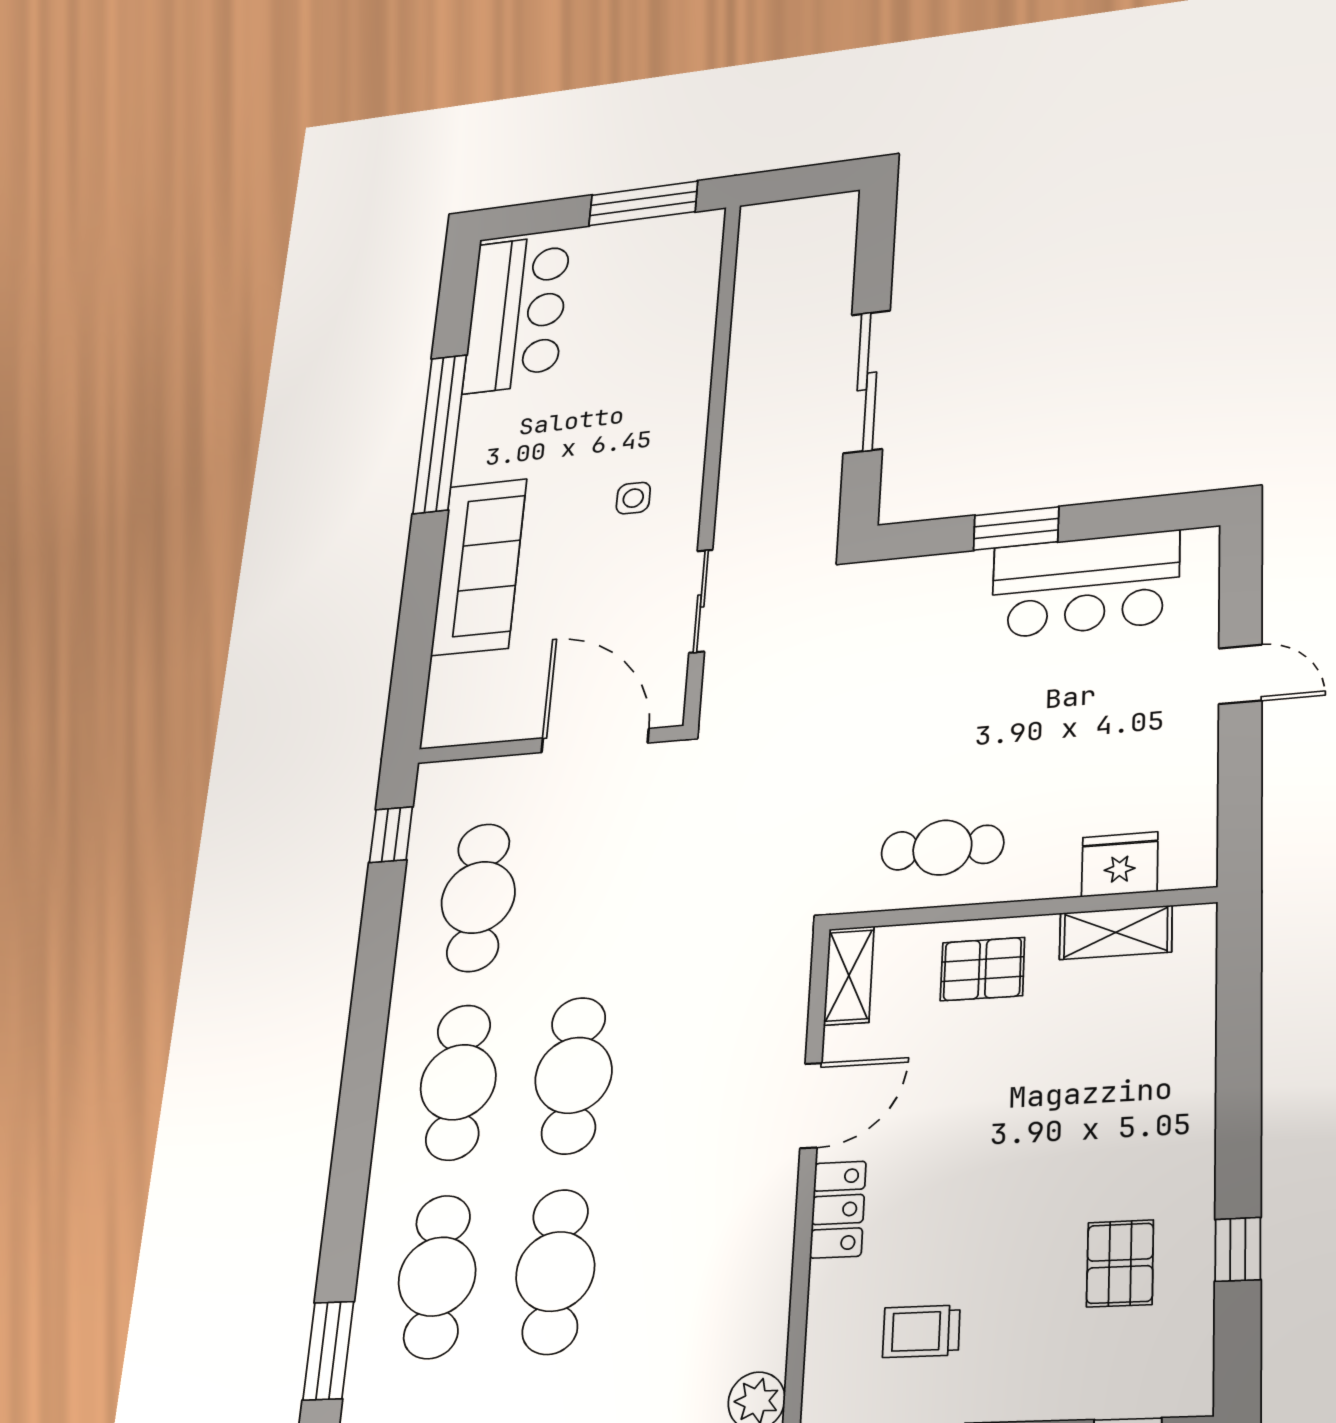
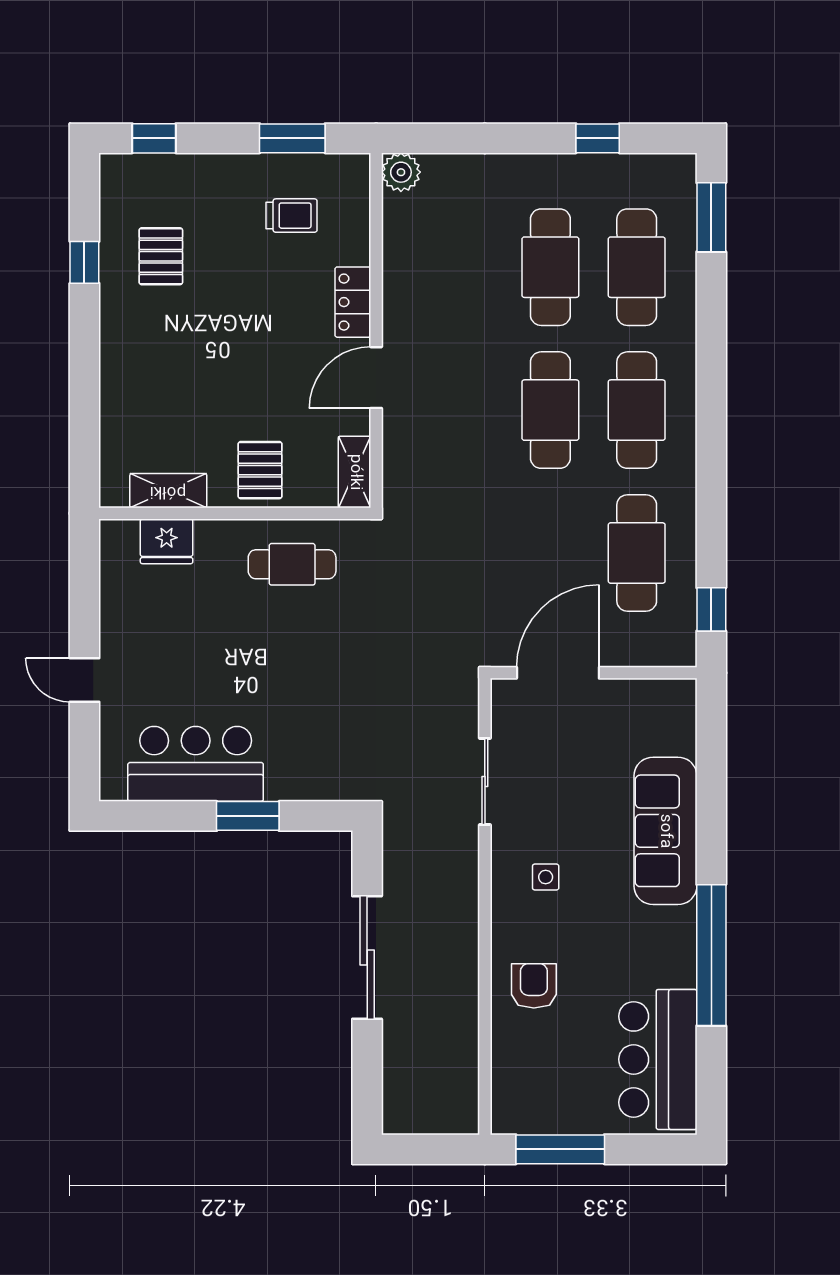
armchair: (659, 375) -> (534, 986), added
door: (595, 740) -> (558, 673), swing flipped
pallet: (982, 969) -> (260, 470), turned 90

